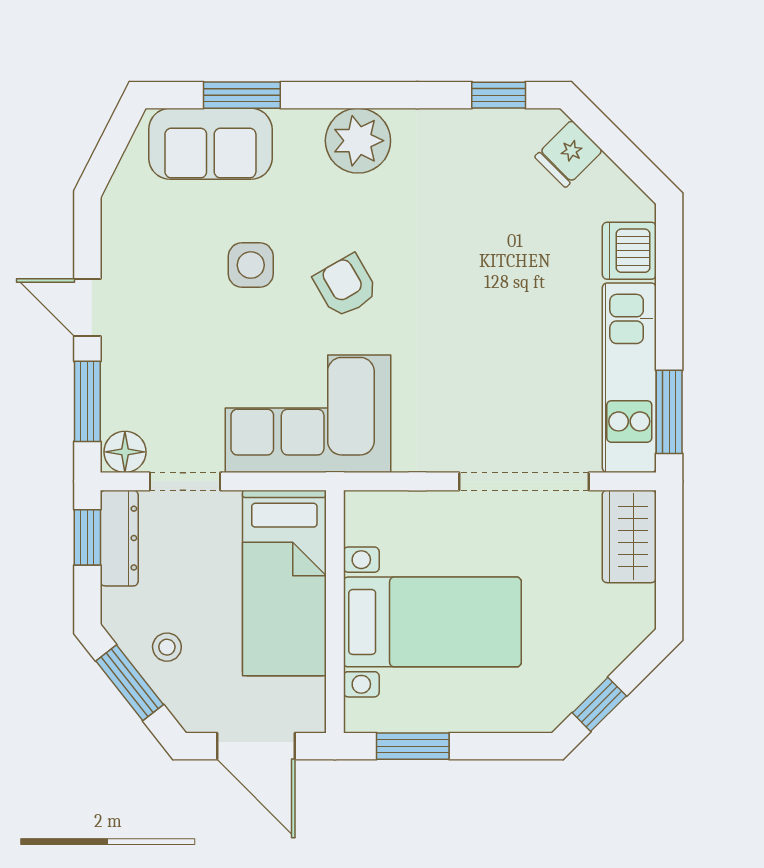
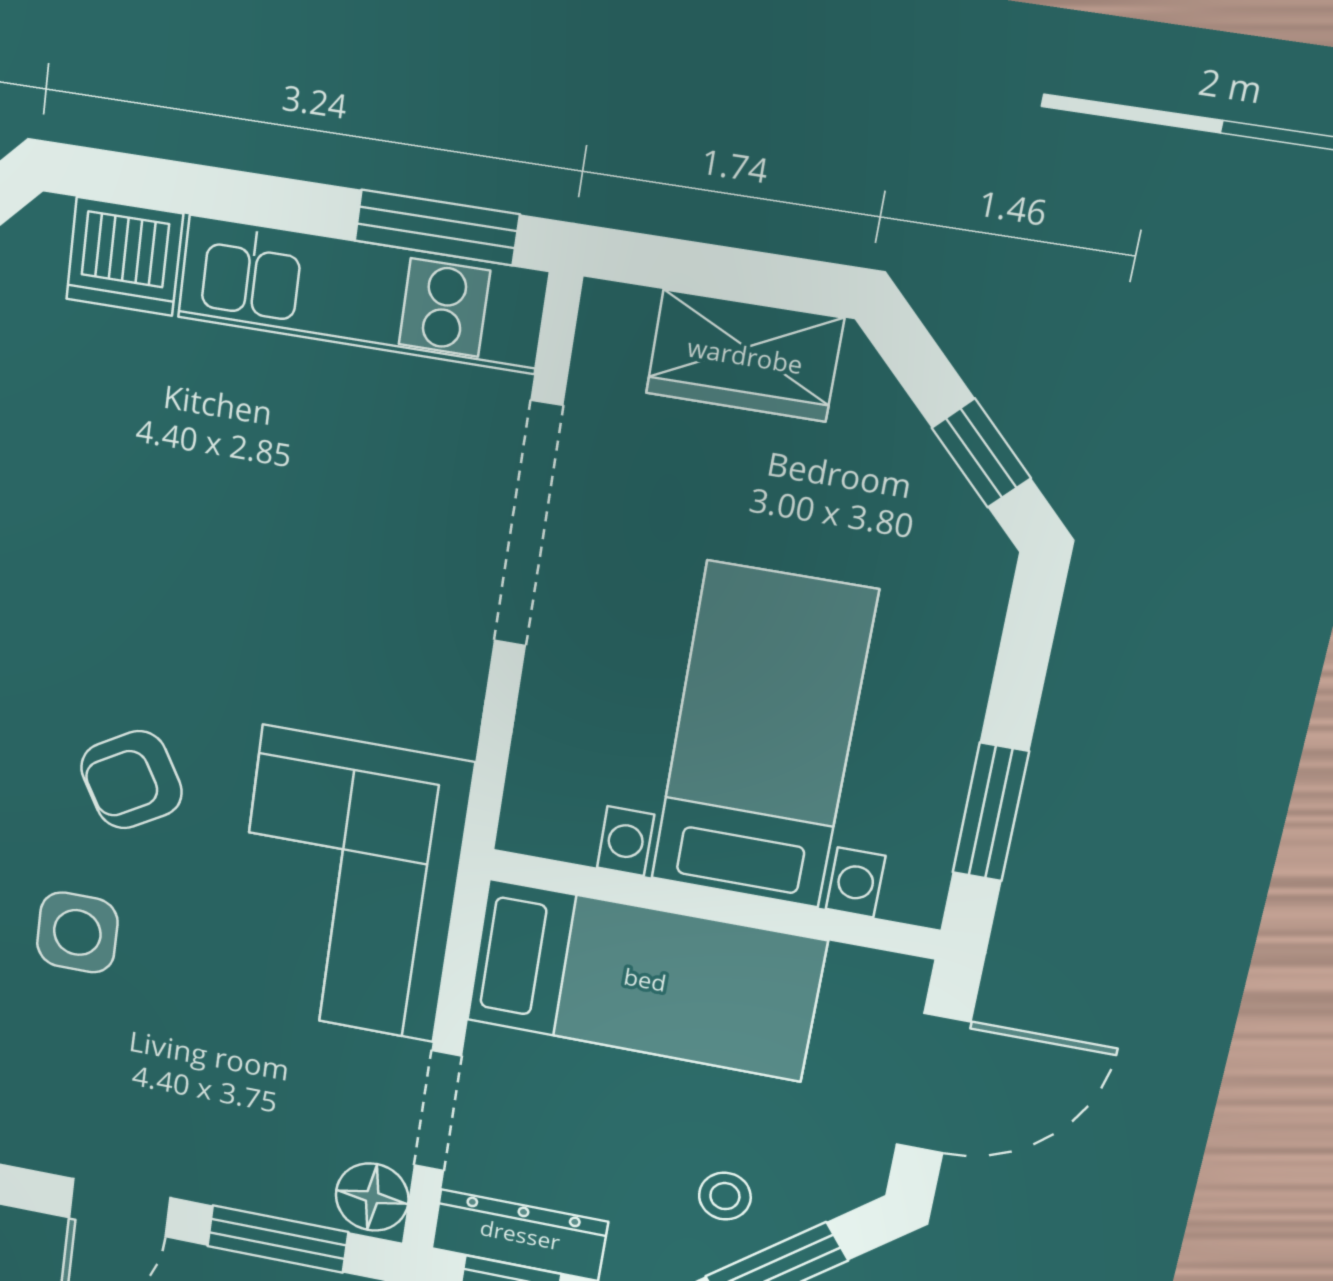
wardrobe: (629, 536) -> (745, 356), moved

